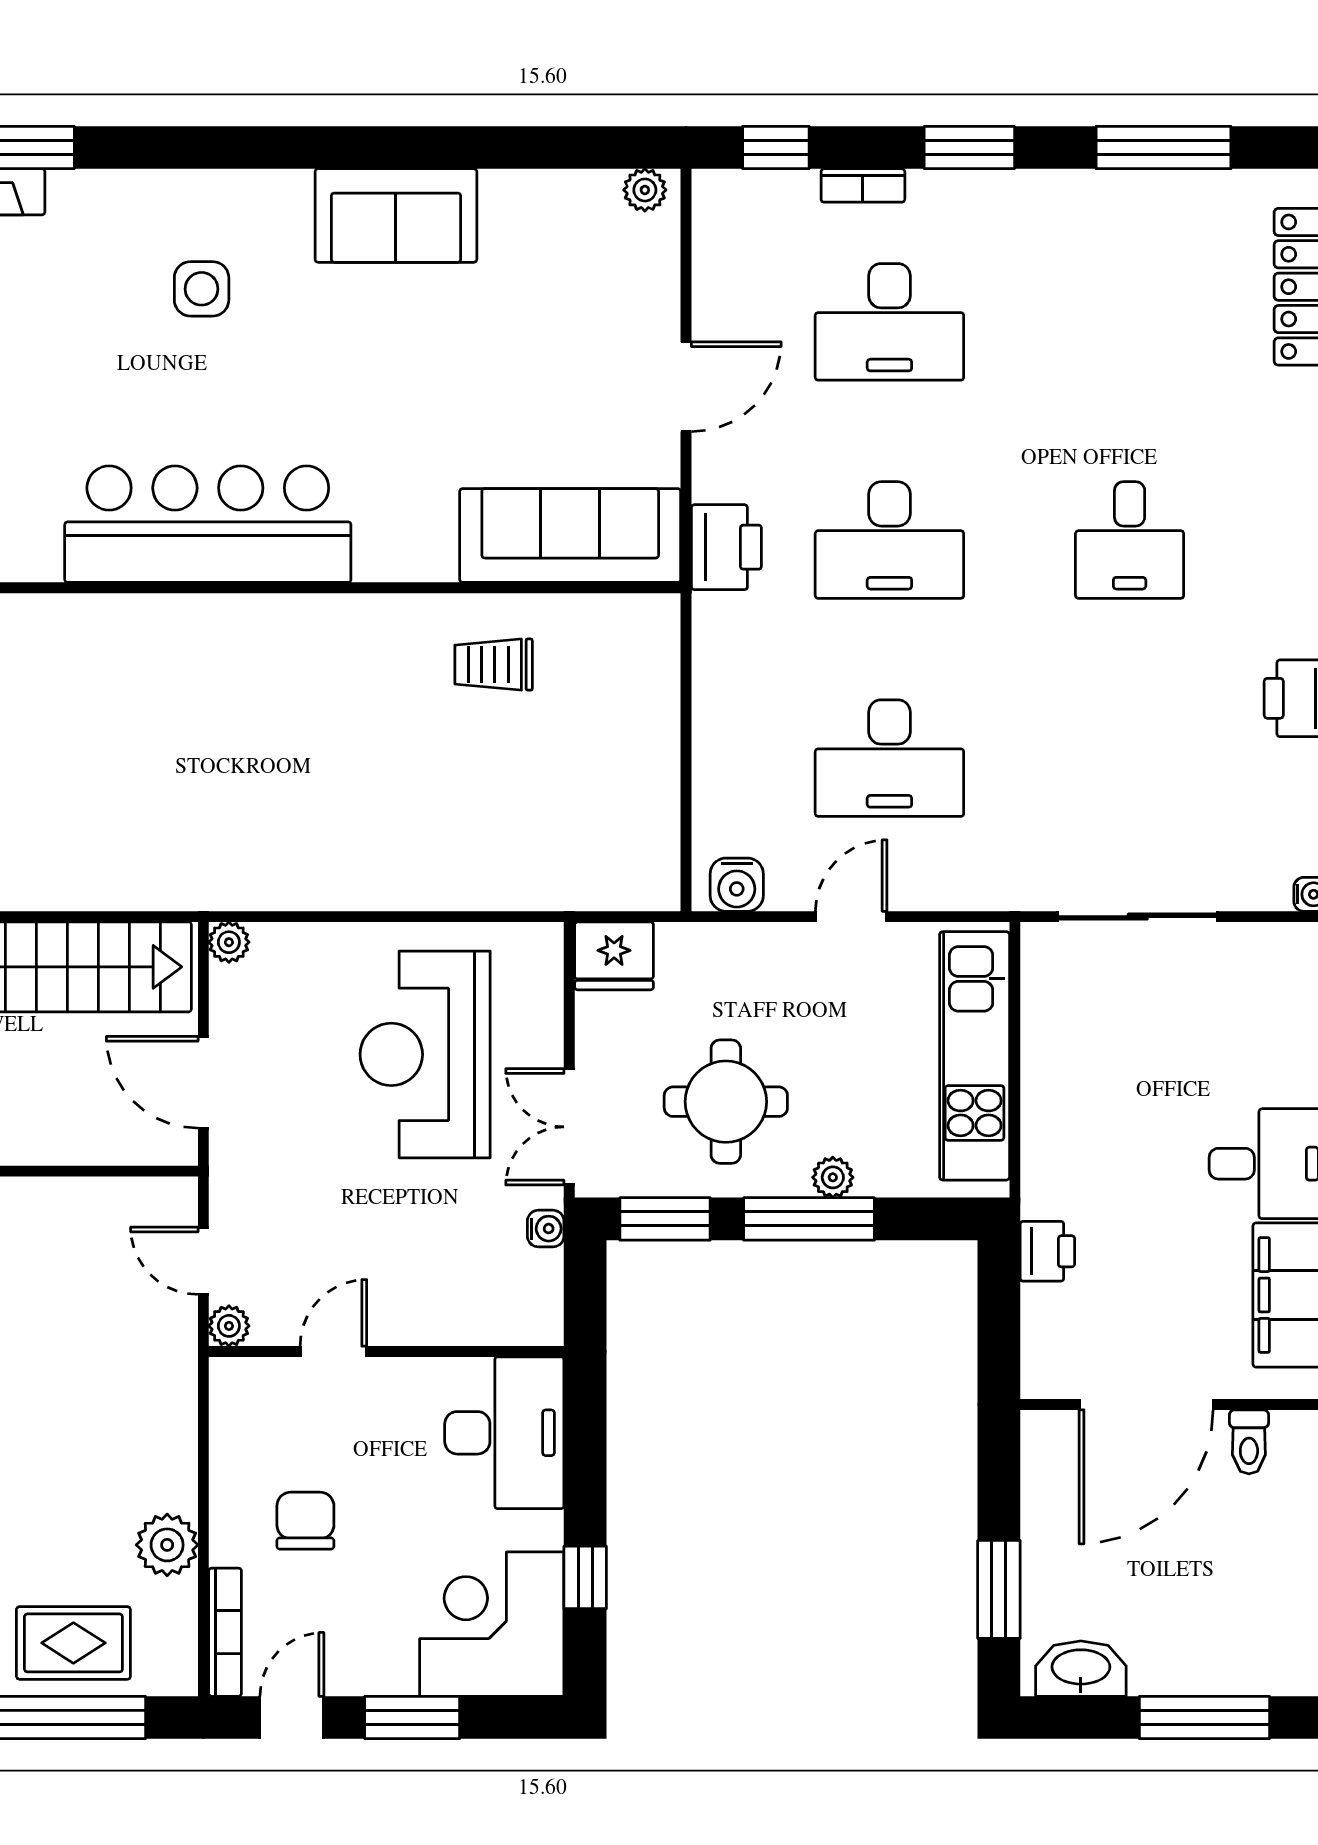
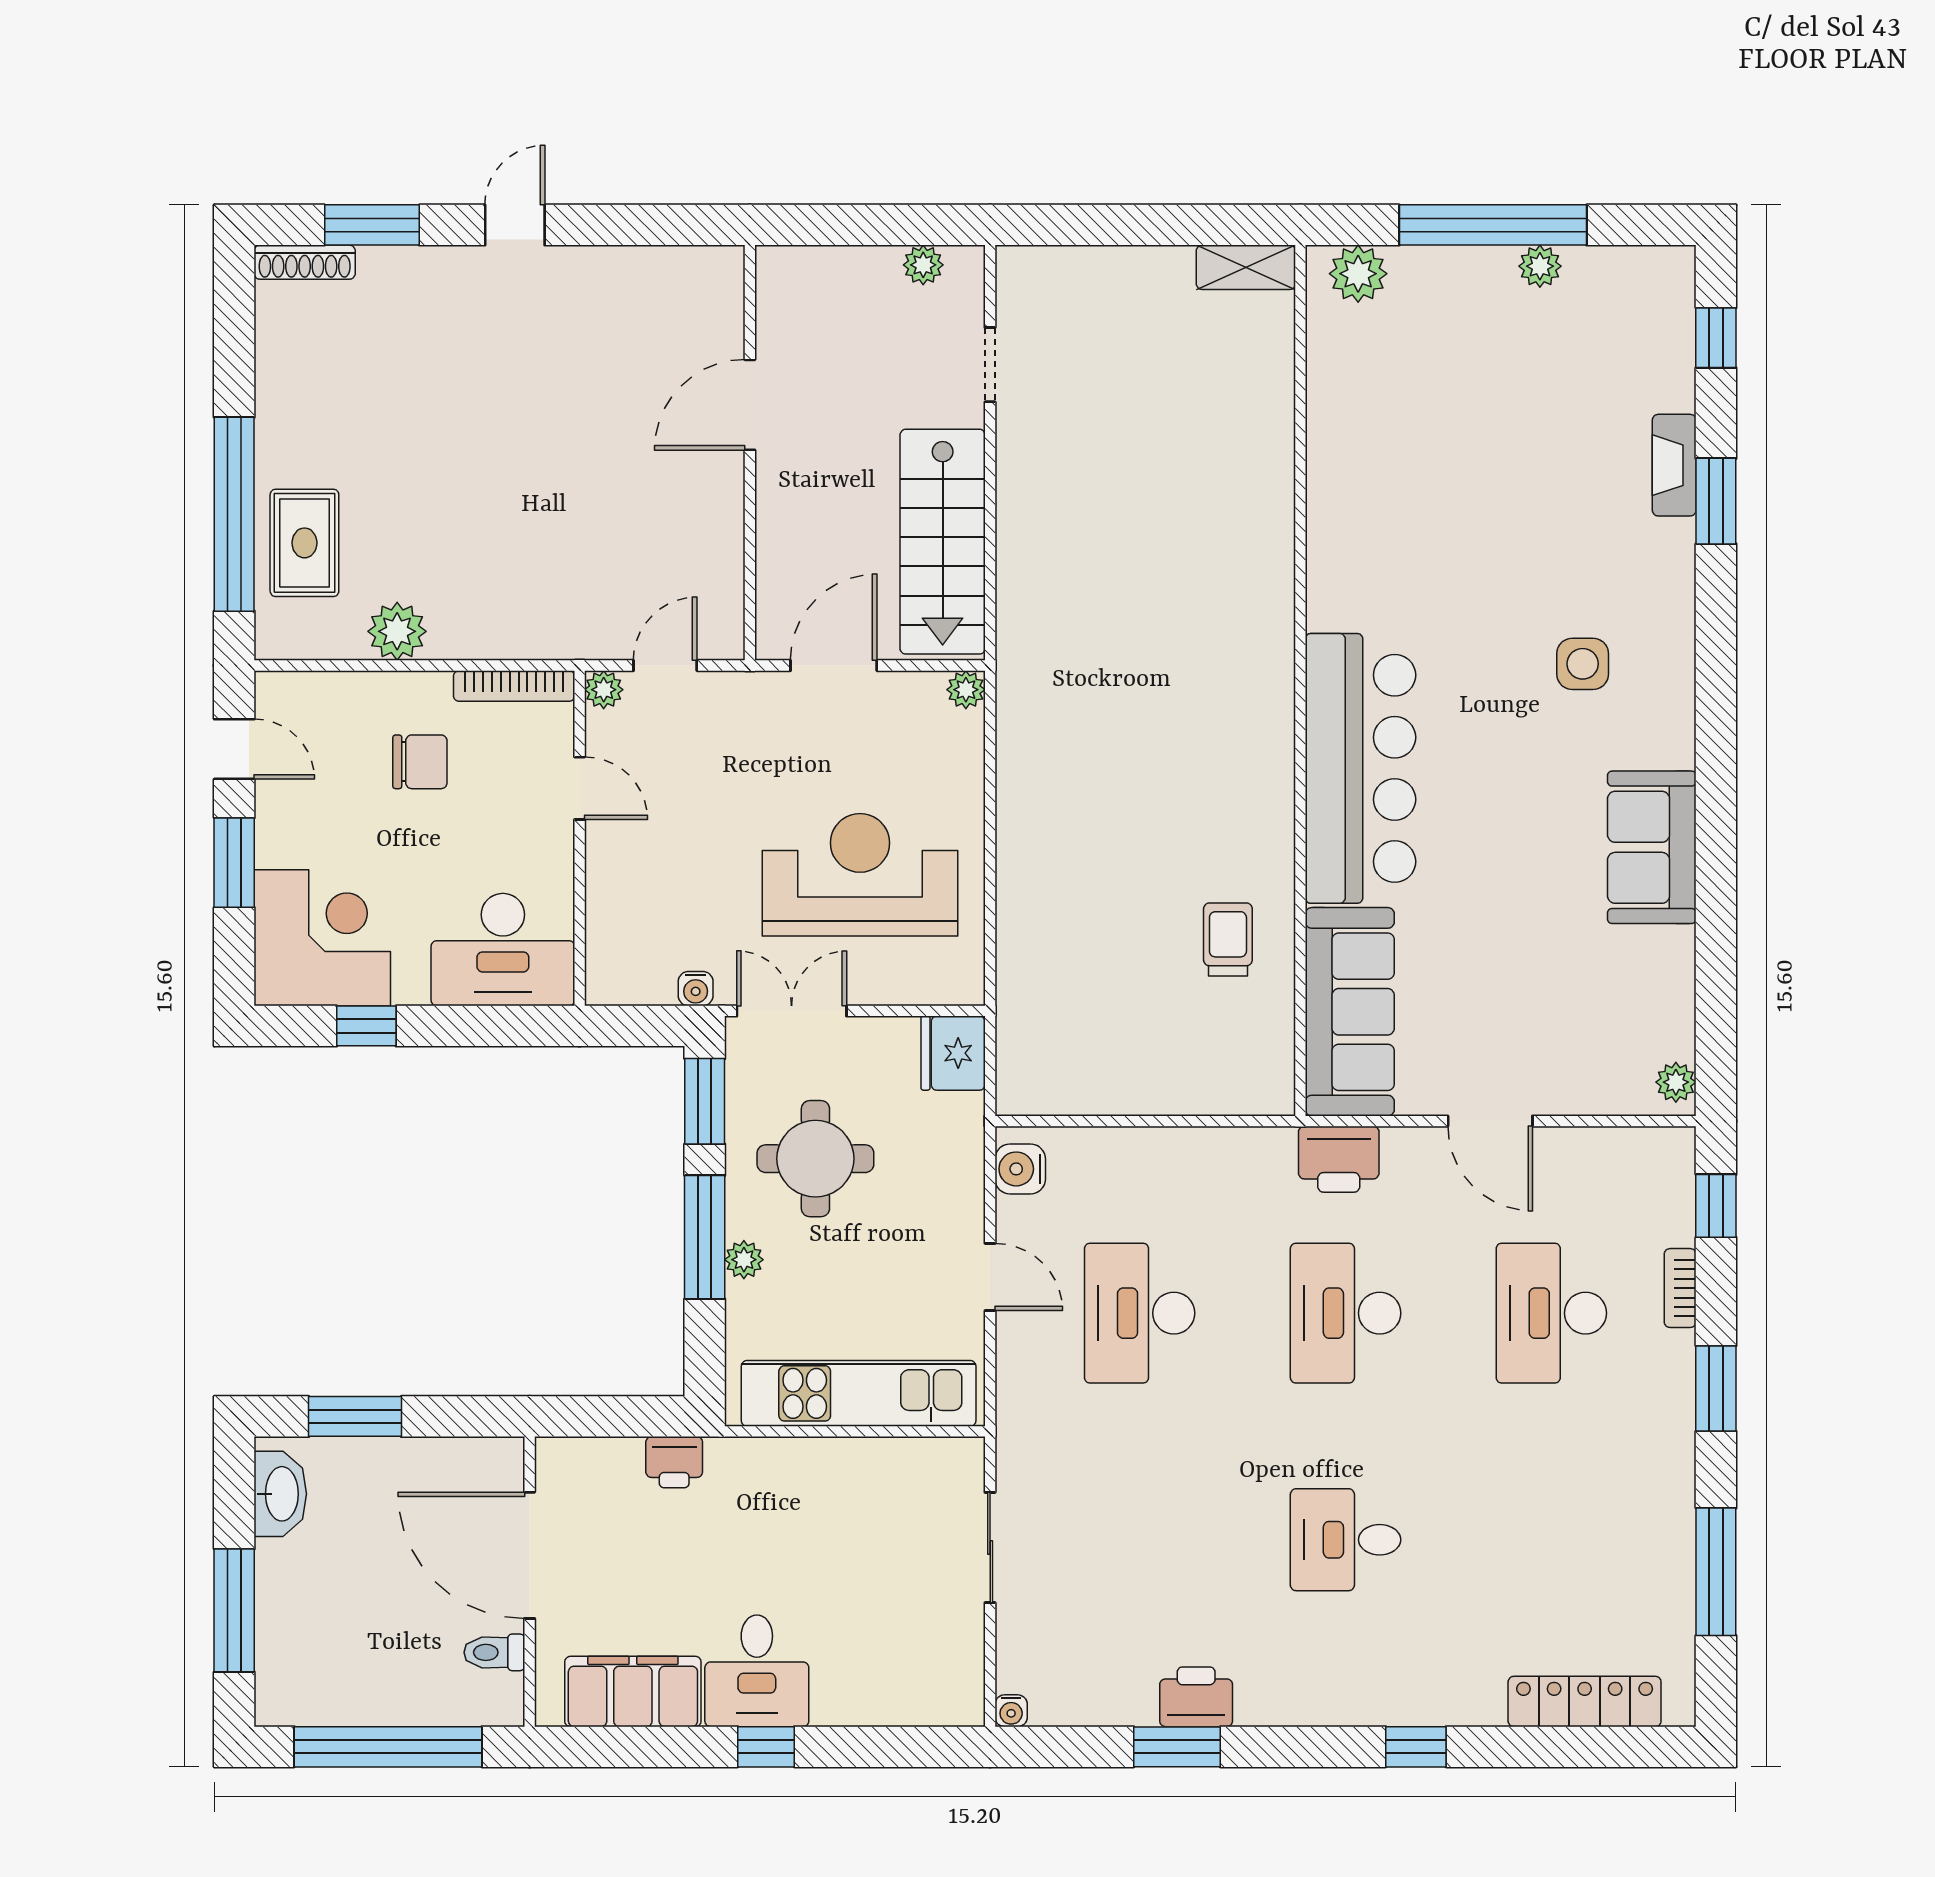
bar counter: (208, 524) -> (1360, 768), moved
sliding door: (1138, 917) -> (990, 1547), width x0.73
bookcase: (225, 1632) -> (514, 686), moved

